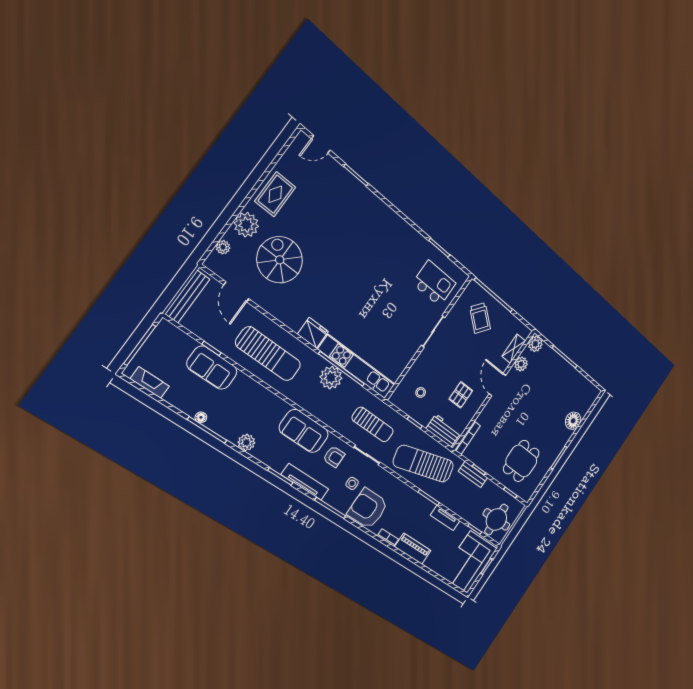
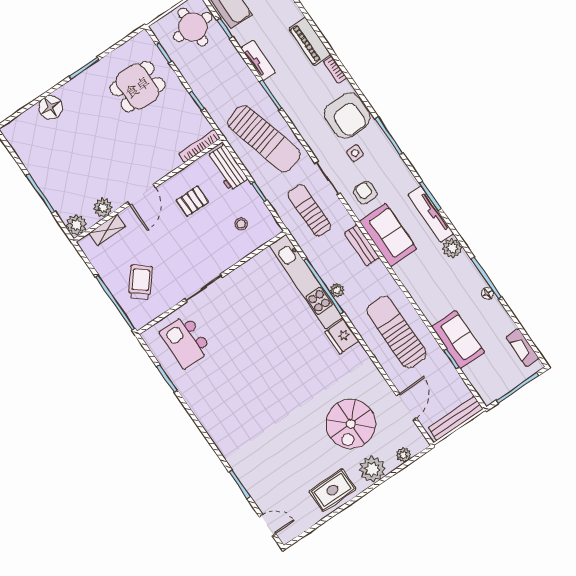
plant: (331, 378) -> (337, 290), width x0.53, depth x0.53
bench: (473, 475) -> (362, 245), moved
tv unit: (305, 482) -> (431, 214), moved

